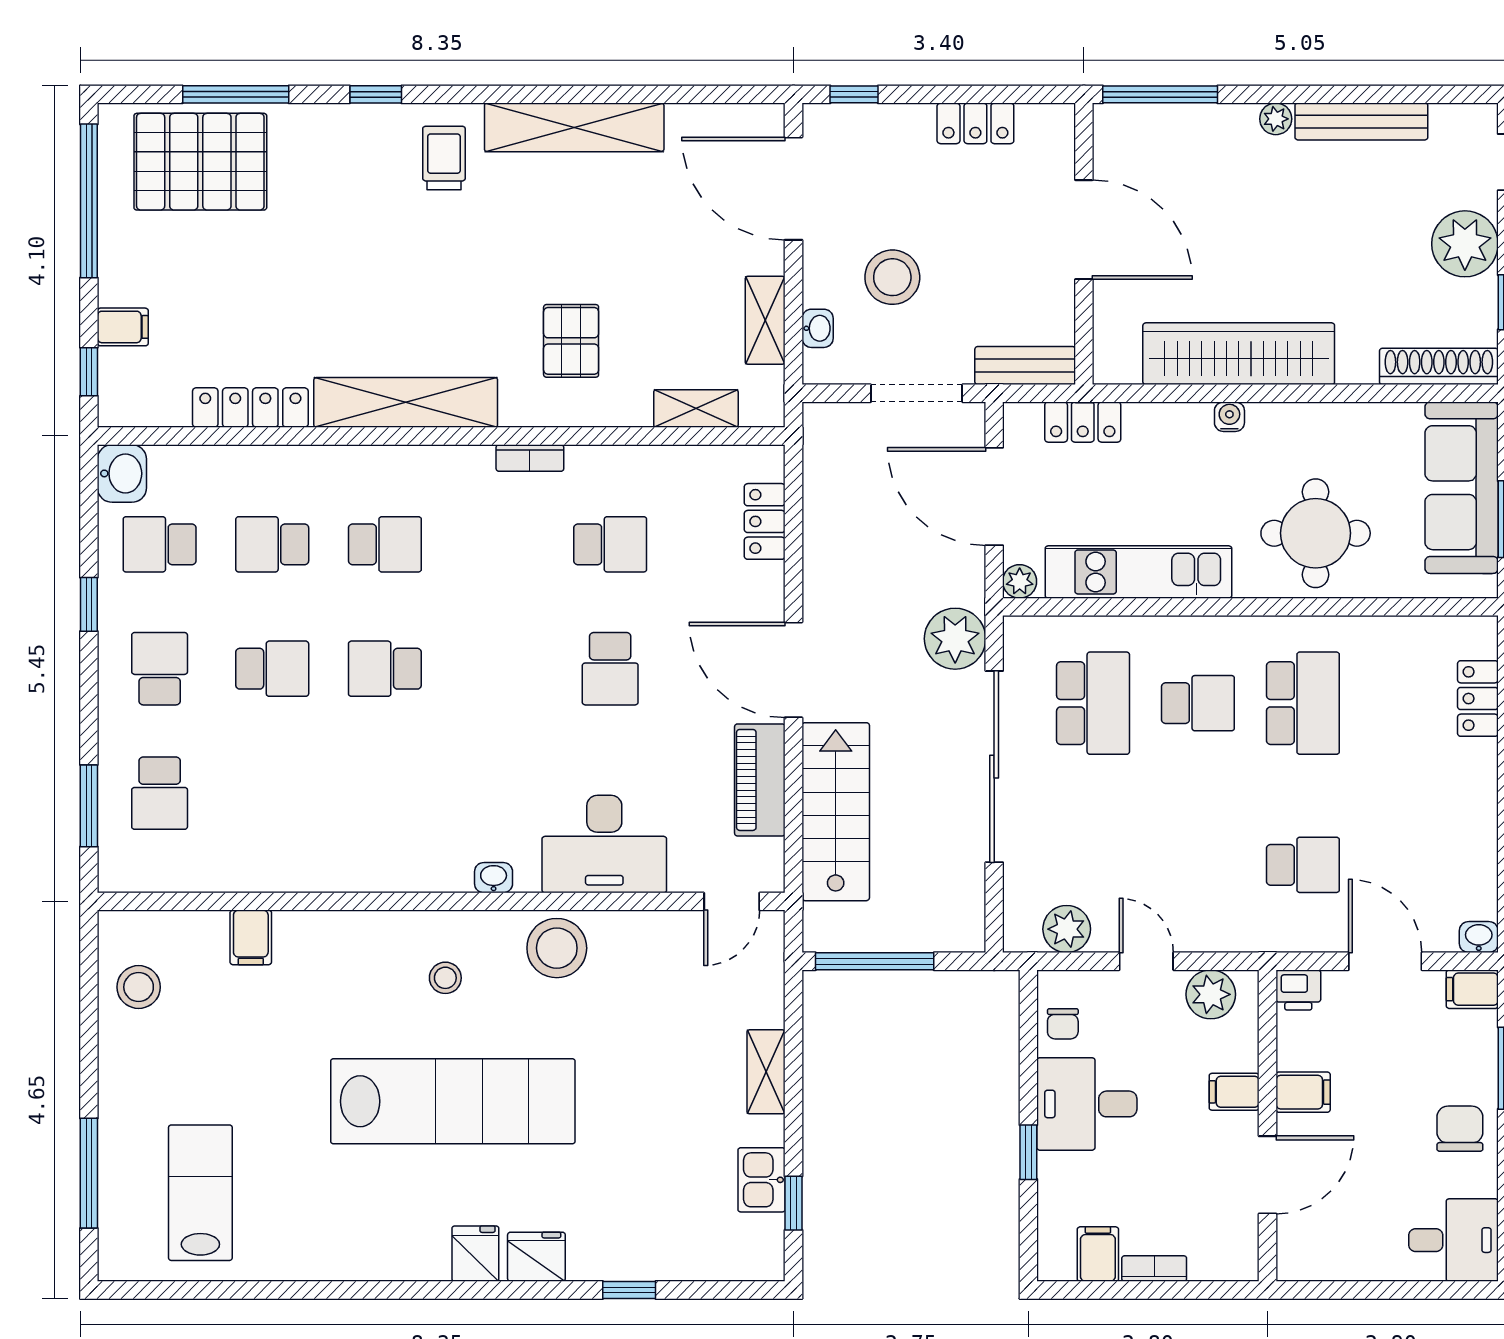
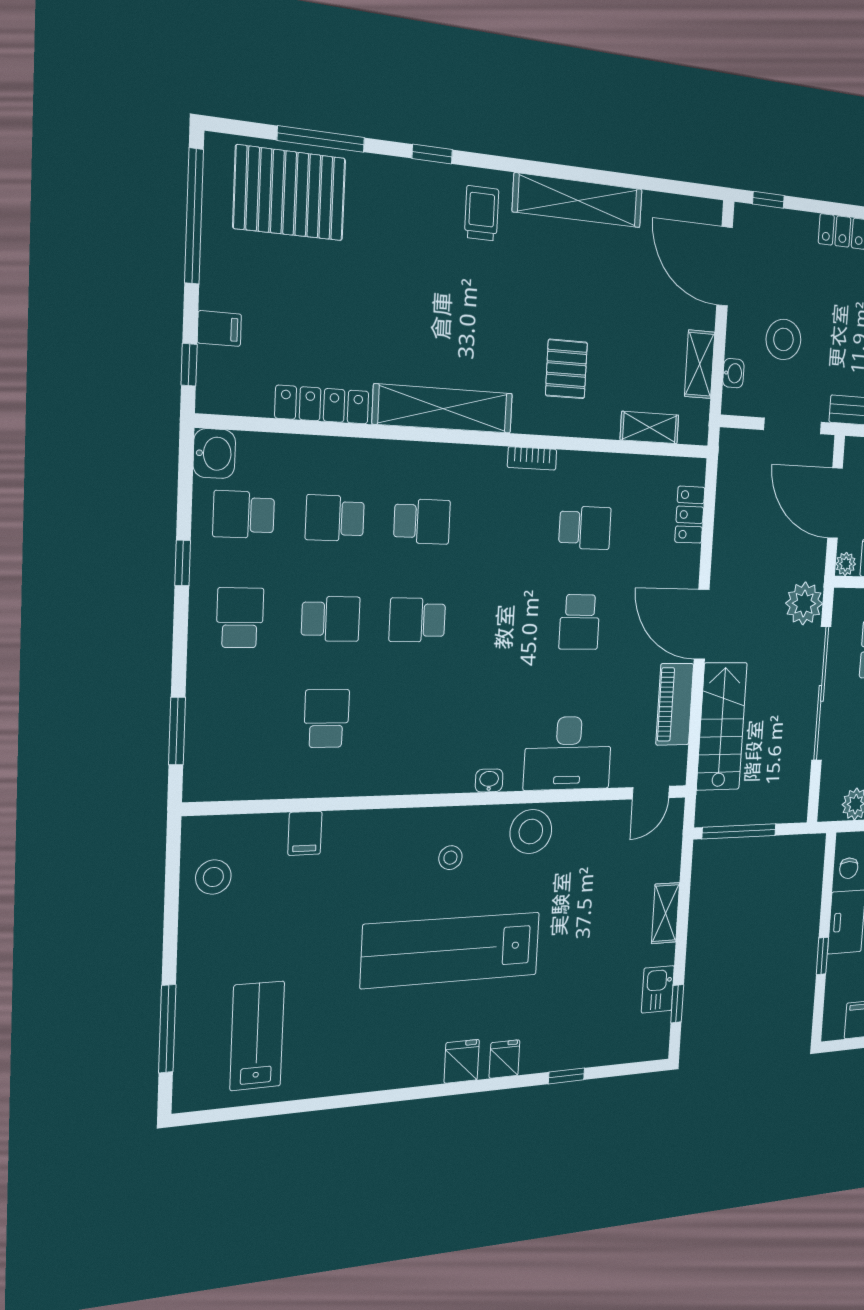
school desk: (160, 793) -> (326, 718), moved, turned 180
lab bench: (453, 1101) -> (451, 950), turned 180
fridge: (536, 1257) -> (504, 1059), width x0.72

